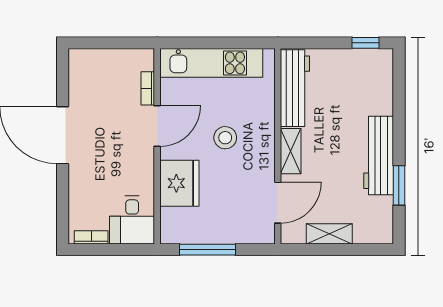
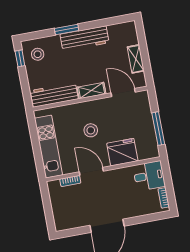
stool: (367, 73) -> (38, 54), added
window: (399, 185) -> (67, 29), moved

